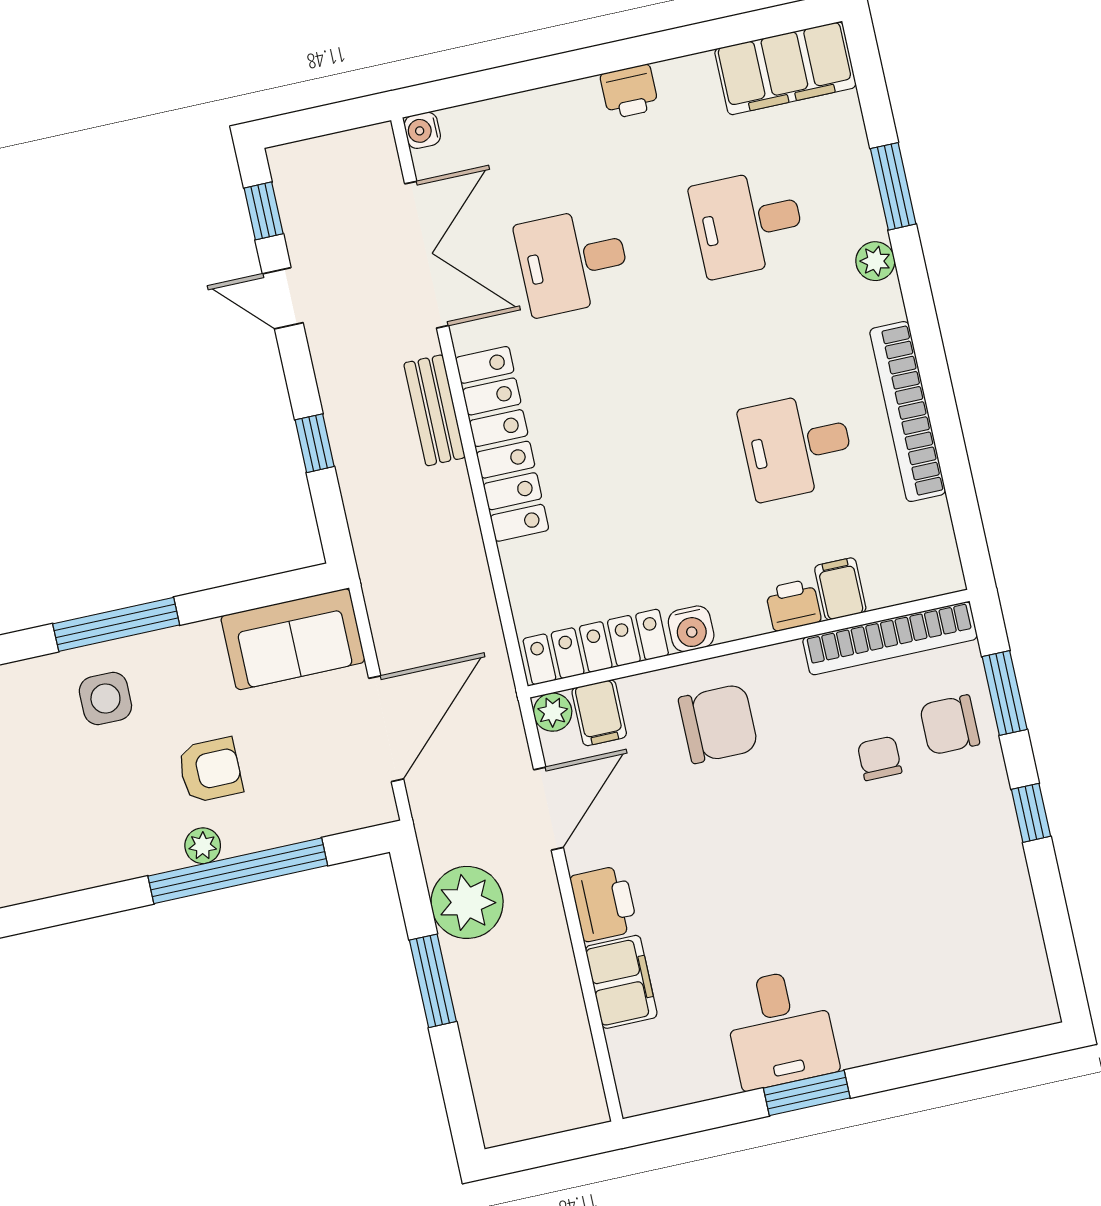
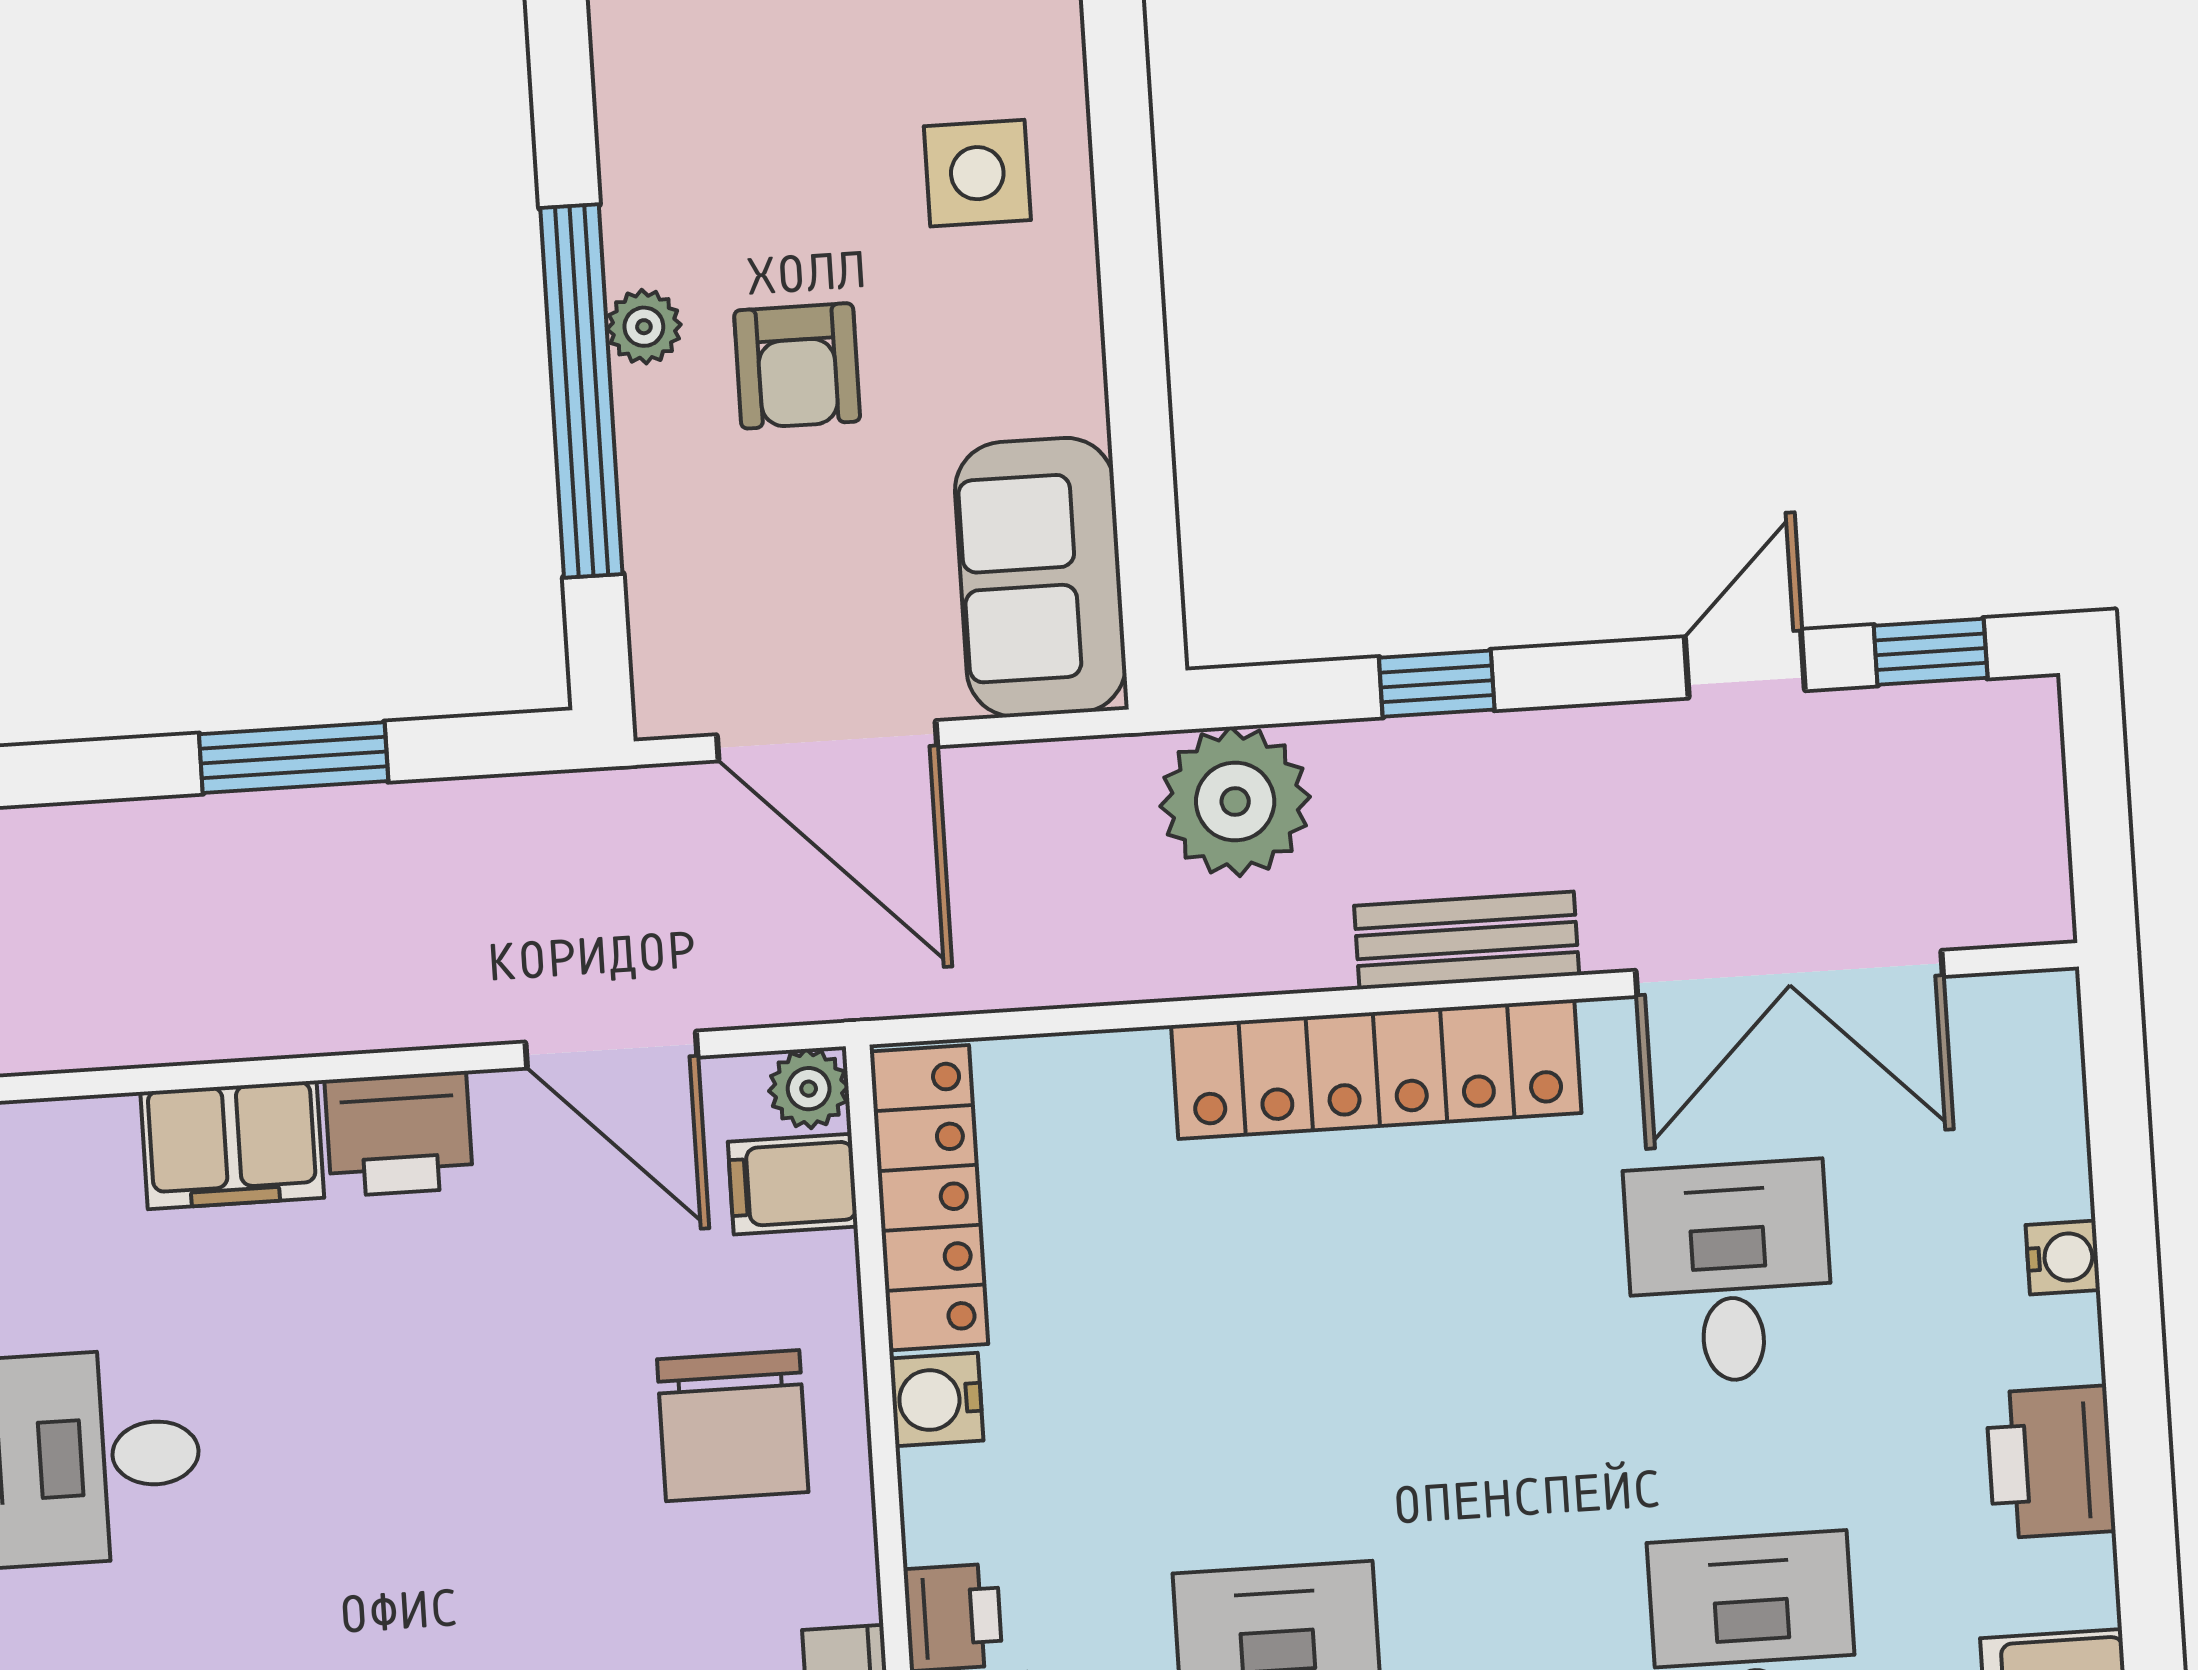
printer: (629, 92) -> (2050, 1462), width x1.36, depth x1.24
water cooler: (422, 130) -> (2063, 1257), moved, turned 90
window: (116, 624) -> (1126, 218), removed
plant: (467, 902) -> (1235, 801), moved

